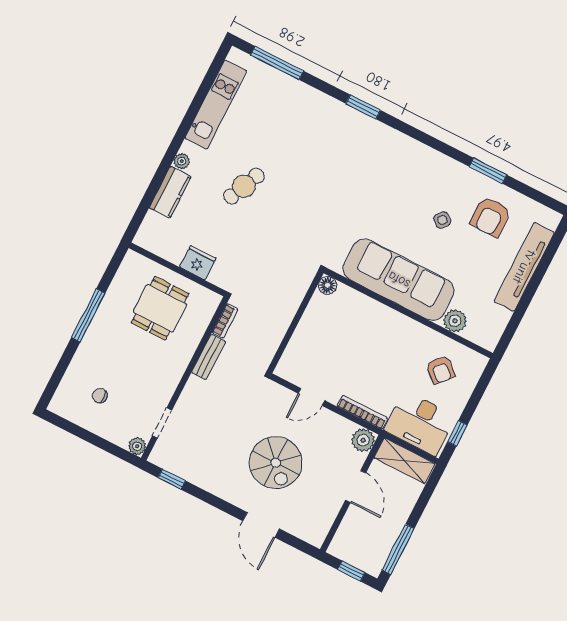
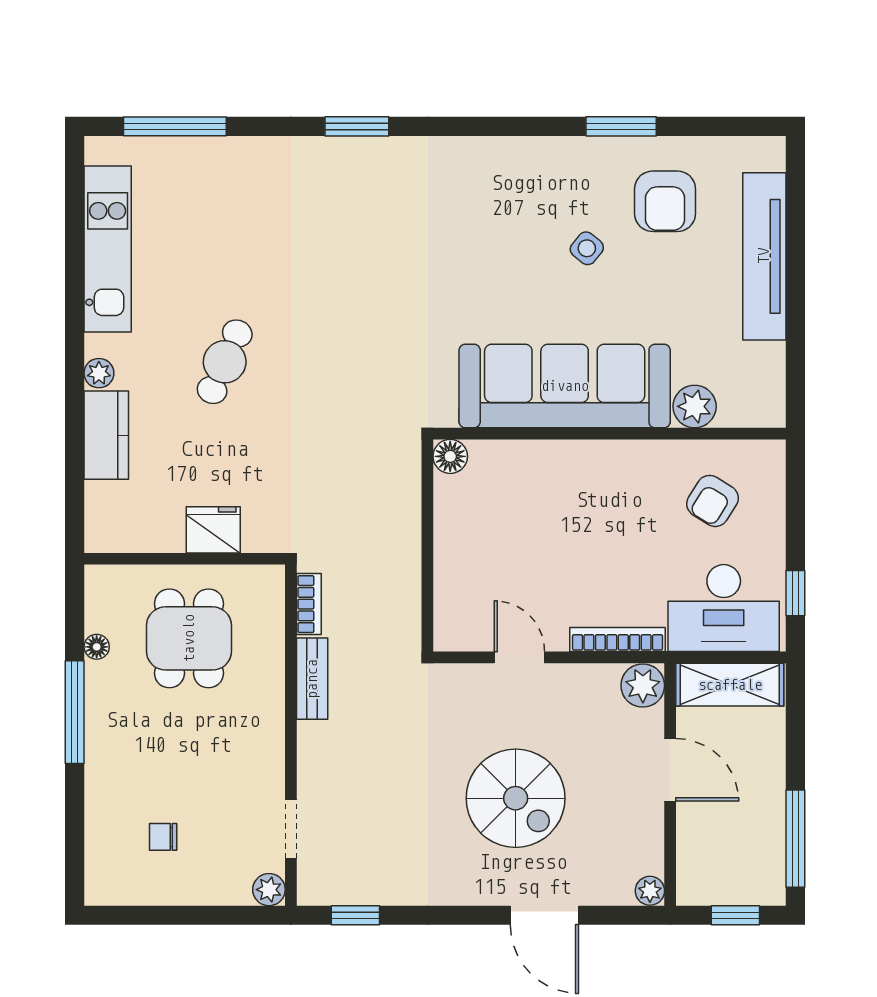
floor lamp: (114, 290) -> (97, 647), added
armchair: (441, 370) -> (713, 501), turned 80
door: (312, 397) -> (519, 657), swing flipped
plant: (317, 539) -> (650, 891), added

